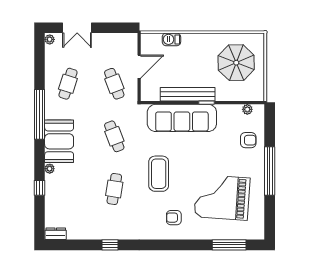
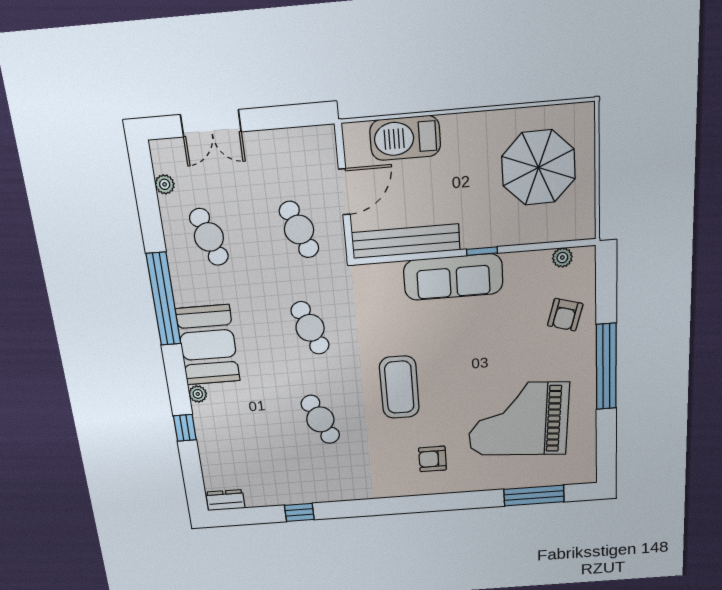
plant: (50, 39) -> (165, 184), moved
barbecue: (171, 39) -> (405, 138), width x1.88, depth x1.53
cafe table: (68, 84) -> (209, 237), turned -36
bench: (188, 94) -> (406, 241), moved
sofa: (182, 118) -> (453, 277), width x0.74, depth x0.79
armchair: (248, 140) -> (565, 315), turned 106
cafe table: (114, 189) -> (320, 419), turned -33
window: (110, 245) -> (299, 512), moved

